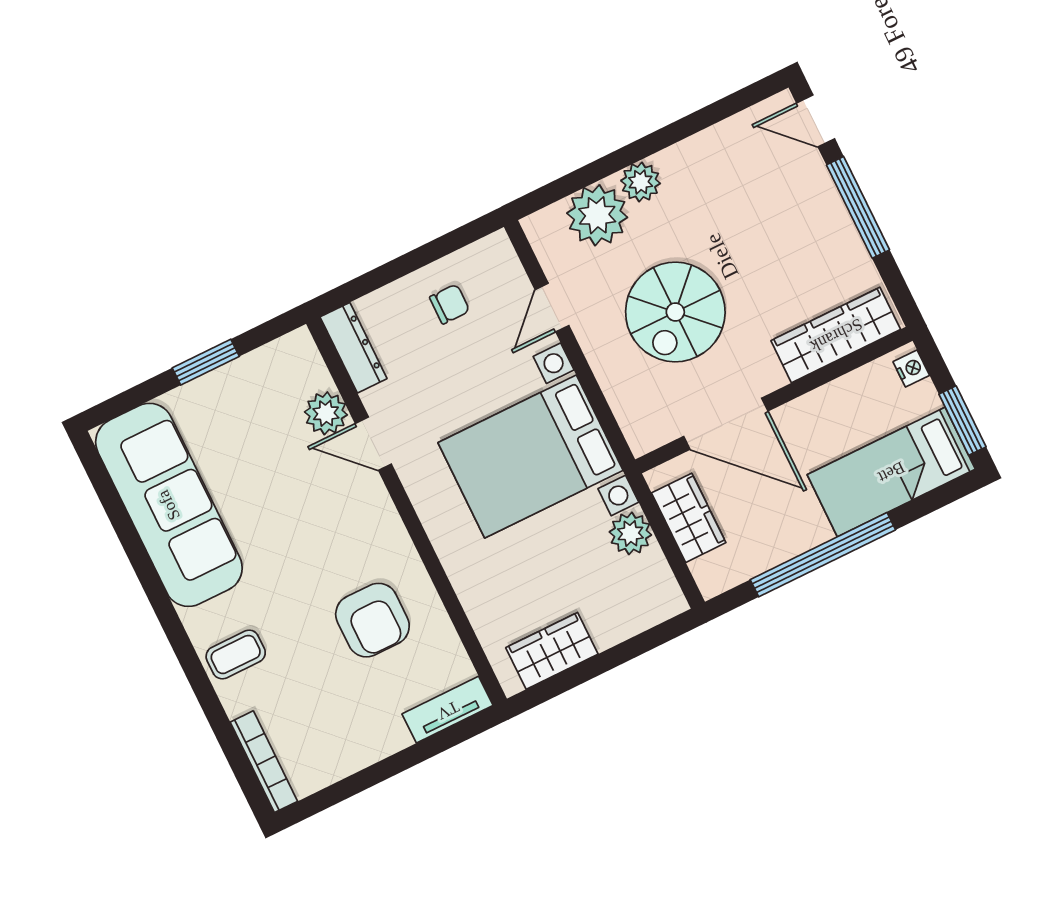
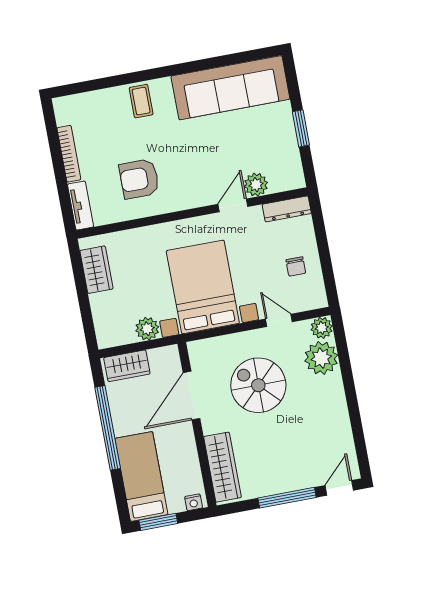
plant: (641, 182) -> (322, 328), moved
wardrobe: (689, 518) -> (127, 366), moved
bookcase: (264, 762) -> (69, 154), moved, turned -90

